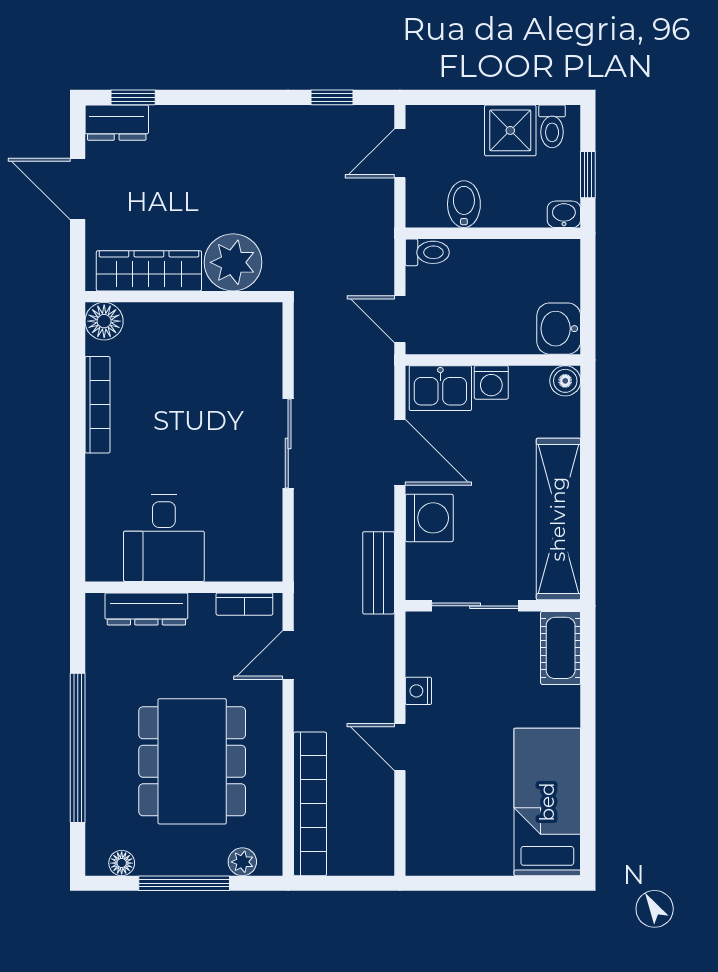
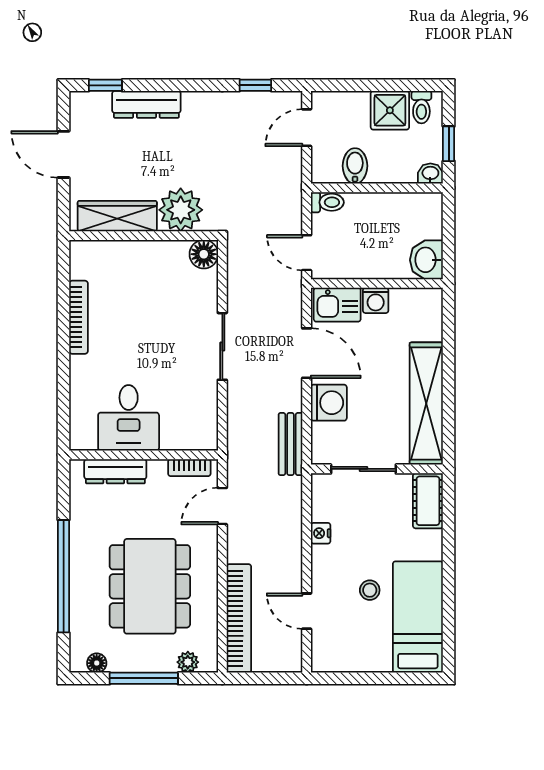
dresser: (117, 123) -> (146, 104), moved, width x1.44
floor lamp: (104, 321) -> (204, 254), moved
boiler: (565, 381) -> (431, 299), removed
door: (400, 747) -> (307, 611), moved
stool: (484, 766) -> (370, 590), added

